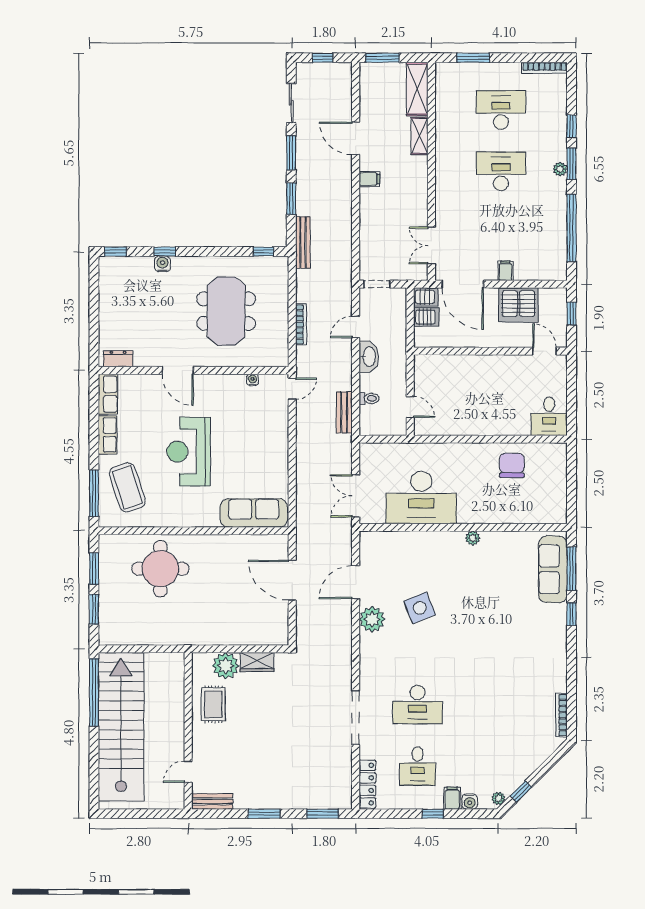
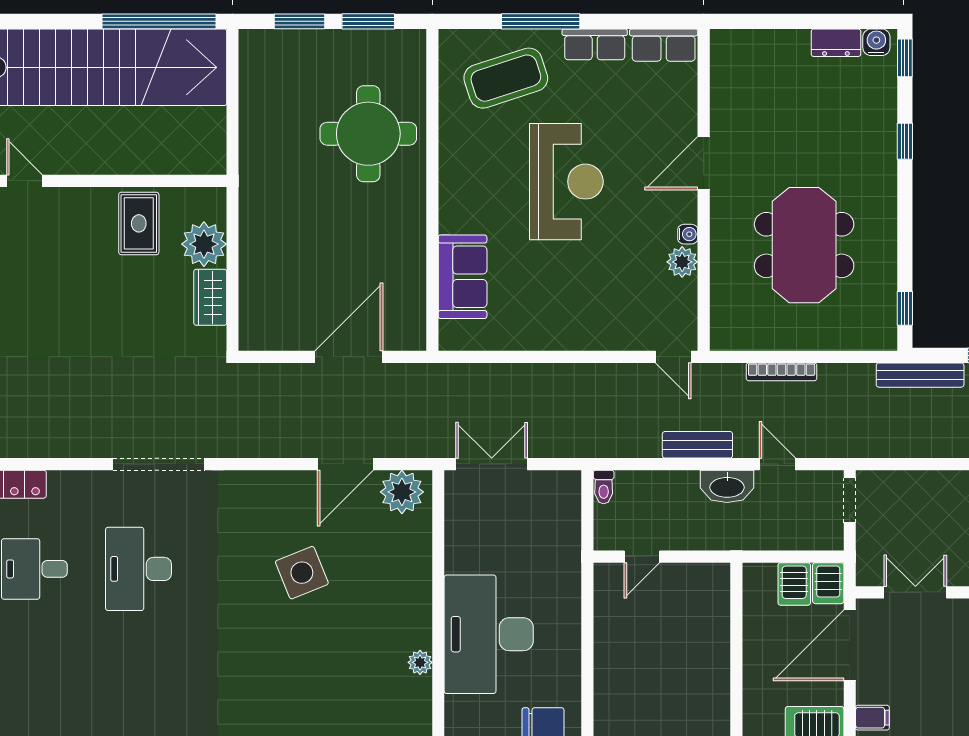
water cooler: (162, 264) -> (876, 42), moved, turned -90
meeting table: (226, 311) -> (804, 245), turned 90
dresser: (118, 359) -> (836, 43), moved, turned 90
water cooler: (252, 380) -> (688, 234), moved
plant: (236, 383) -> (682, 262), added
toilet: (369, 398) -> (604, 487), moved
bench: (344, 412) -> (697, 445), moved
reception desk: (189, 452) -> (566, 182), turned 90
window: (94, 493) -> (541, 21), moved
desk: (421, 498) -> (489, 634), moved
sofa: (254, 513) -> (463, 277), width x0.73
door: (356, 582) -> (345, 464), swing flipped
plant: (372, 619) -> (402, 492), moved
rug: (213, 704) -> (139, 223), turned 90
doorway: (356, 718) -> (159, 464), moved

